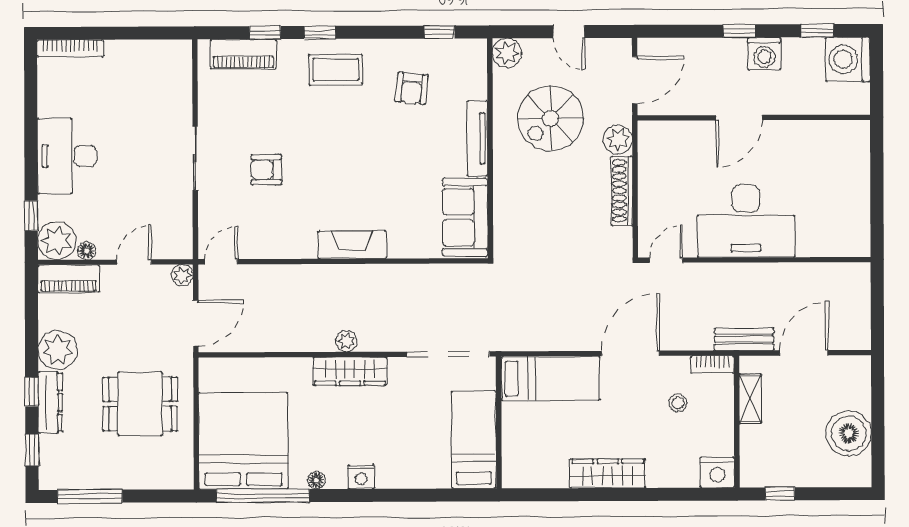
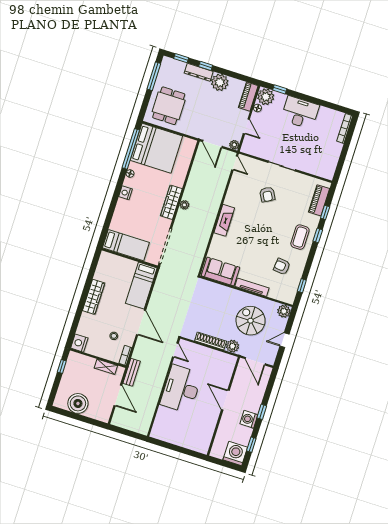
armchair: (266, 170) -> (267, 194), turned 151
dining table: (140, 404) -> (169, 106), moved

